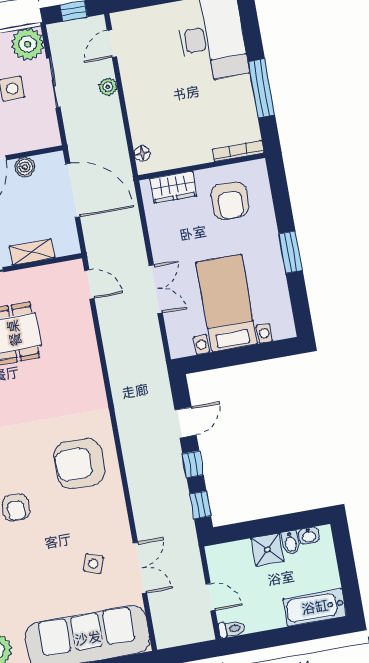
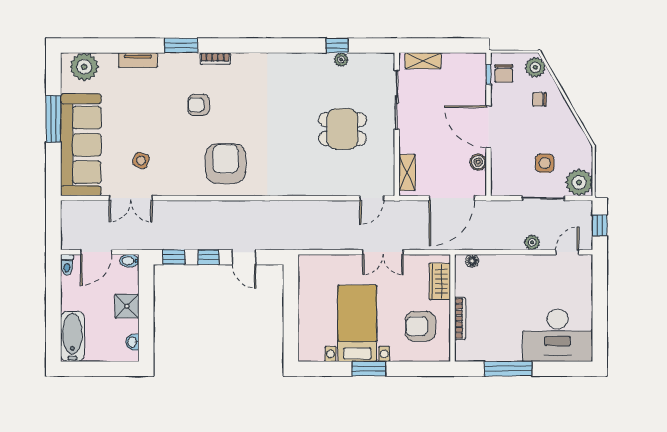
door: (112, 43) -> (567, 252), hinge flipped
bookcase: (238, 151) -> (460, 318), moved
shelving: (32, 252) -> (407, 172), moved
double door: (156, 289) -> (383, 252), moved
bed with nightstands: (227, 303) -> (357, 323), moved, turned -90
bidet: (291, 543) -> (129, 261), moved
door: (211, 597) -> (96, 252), width x1.38

